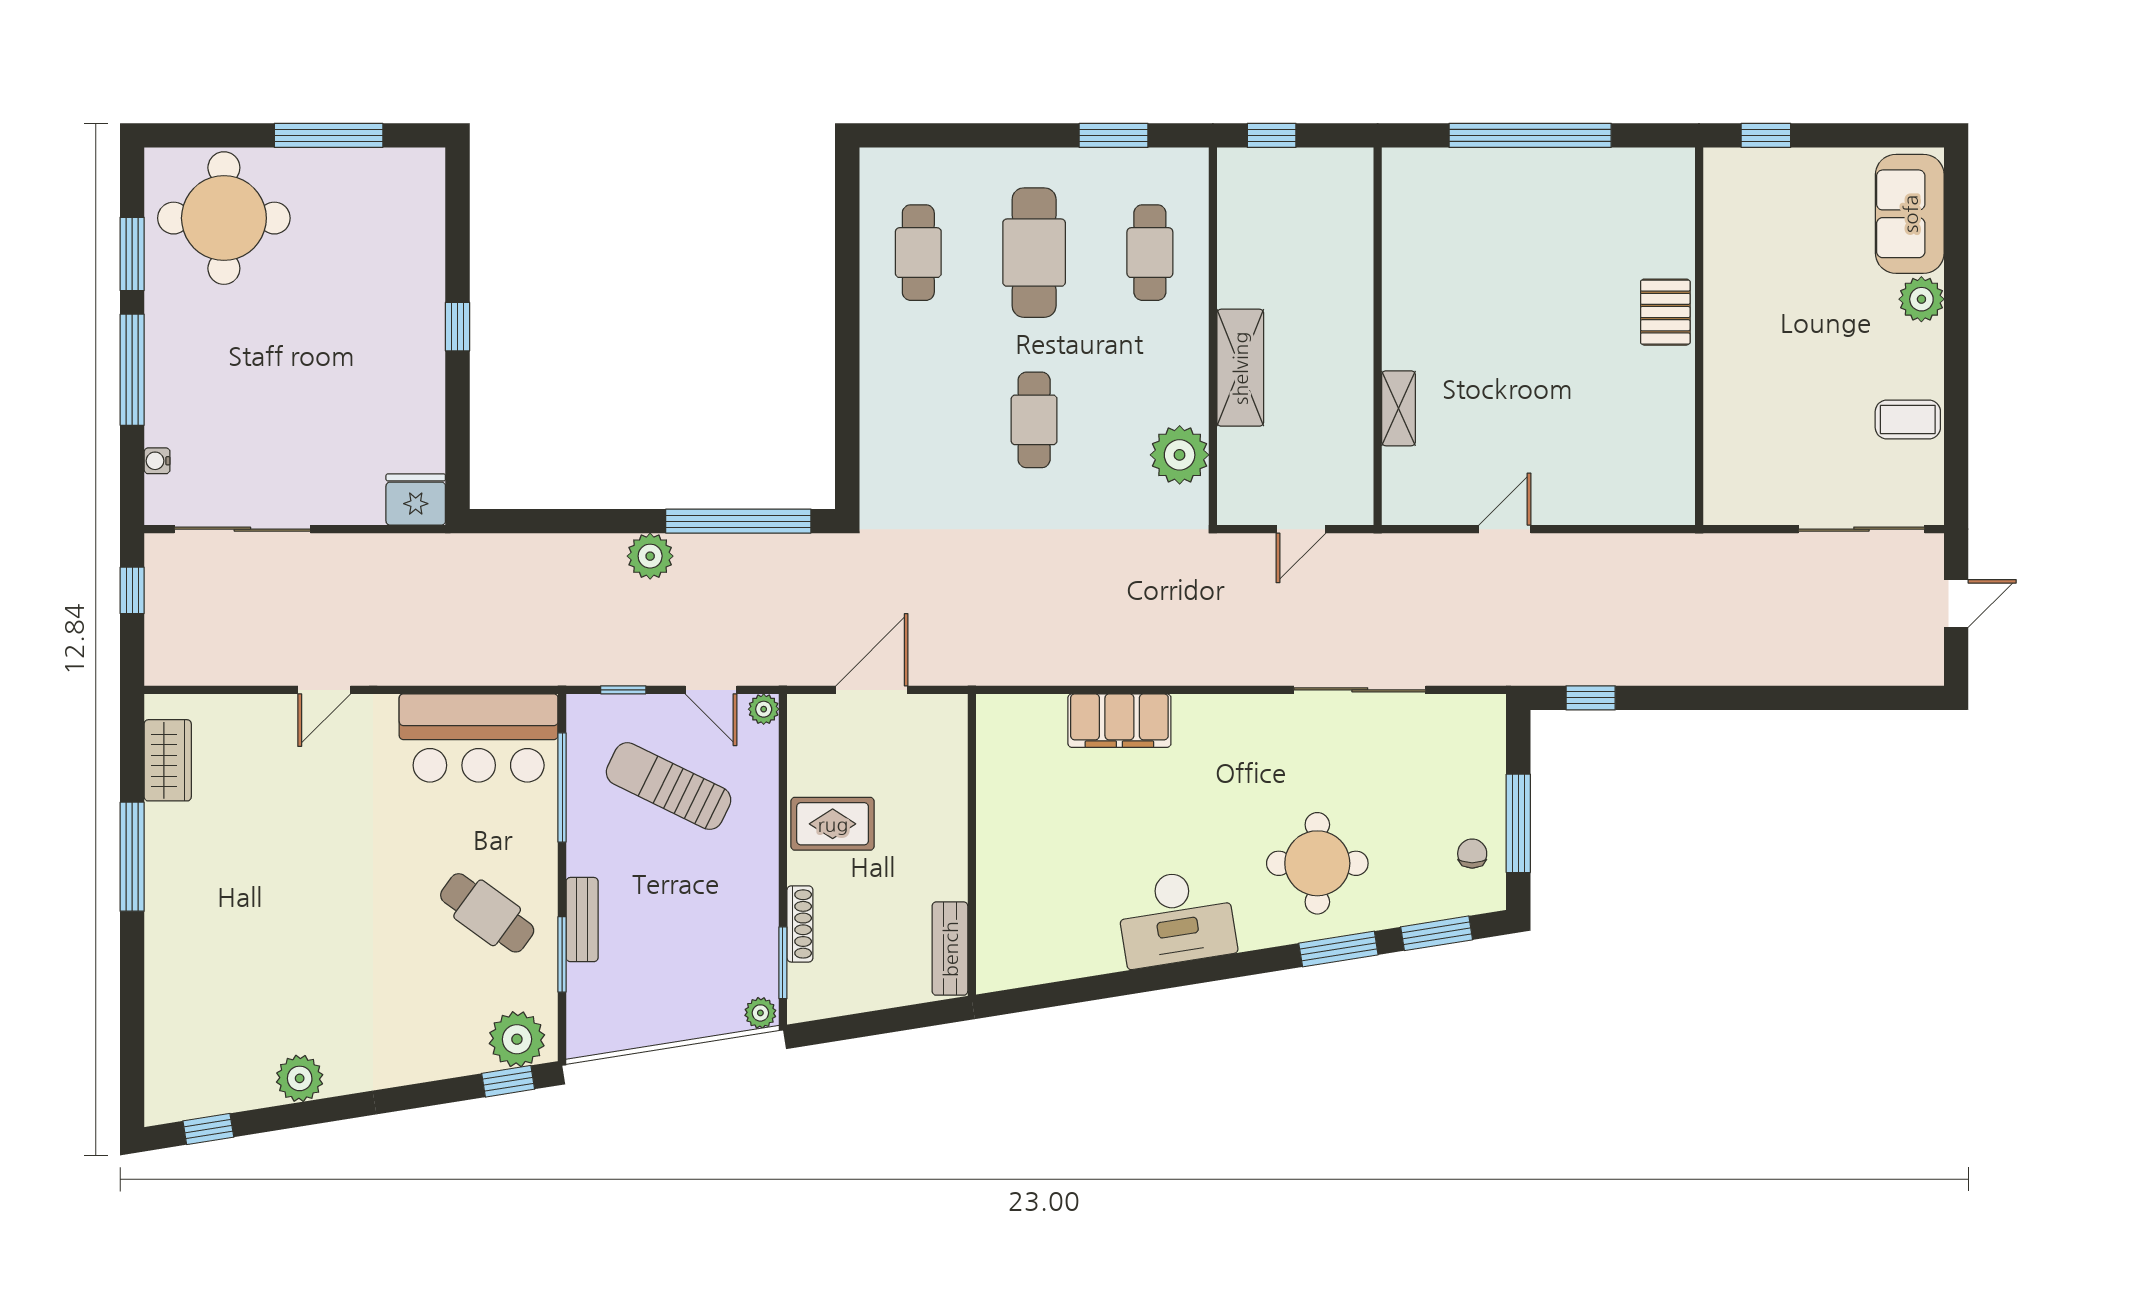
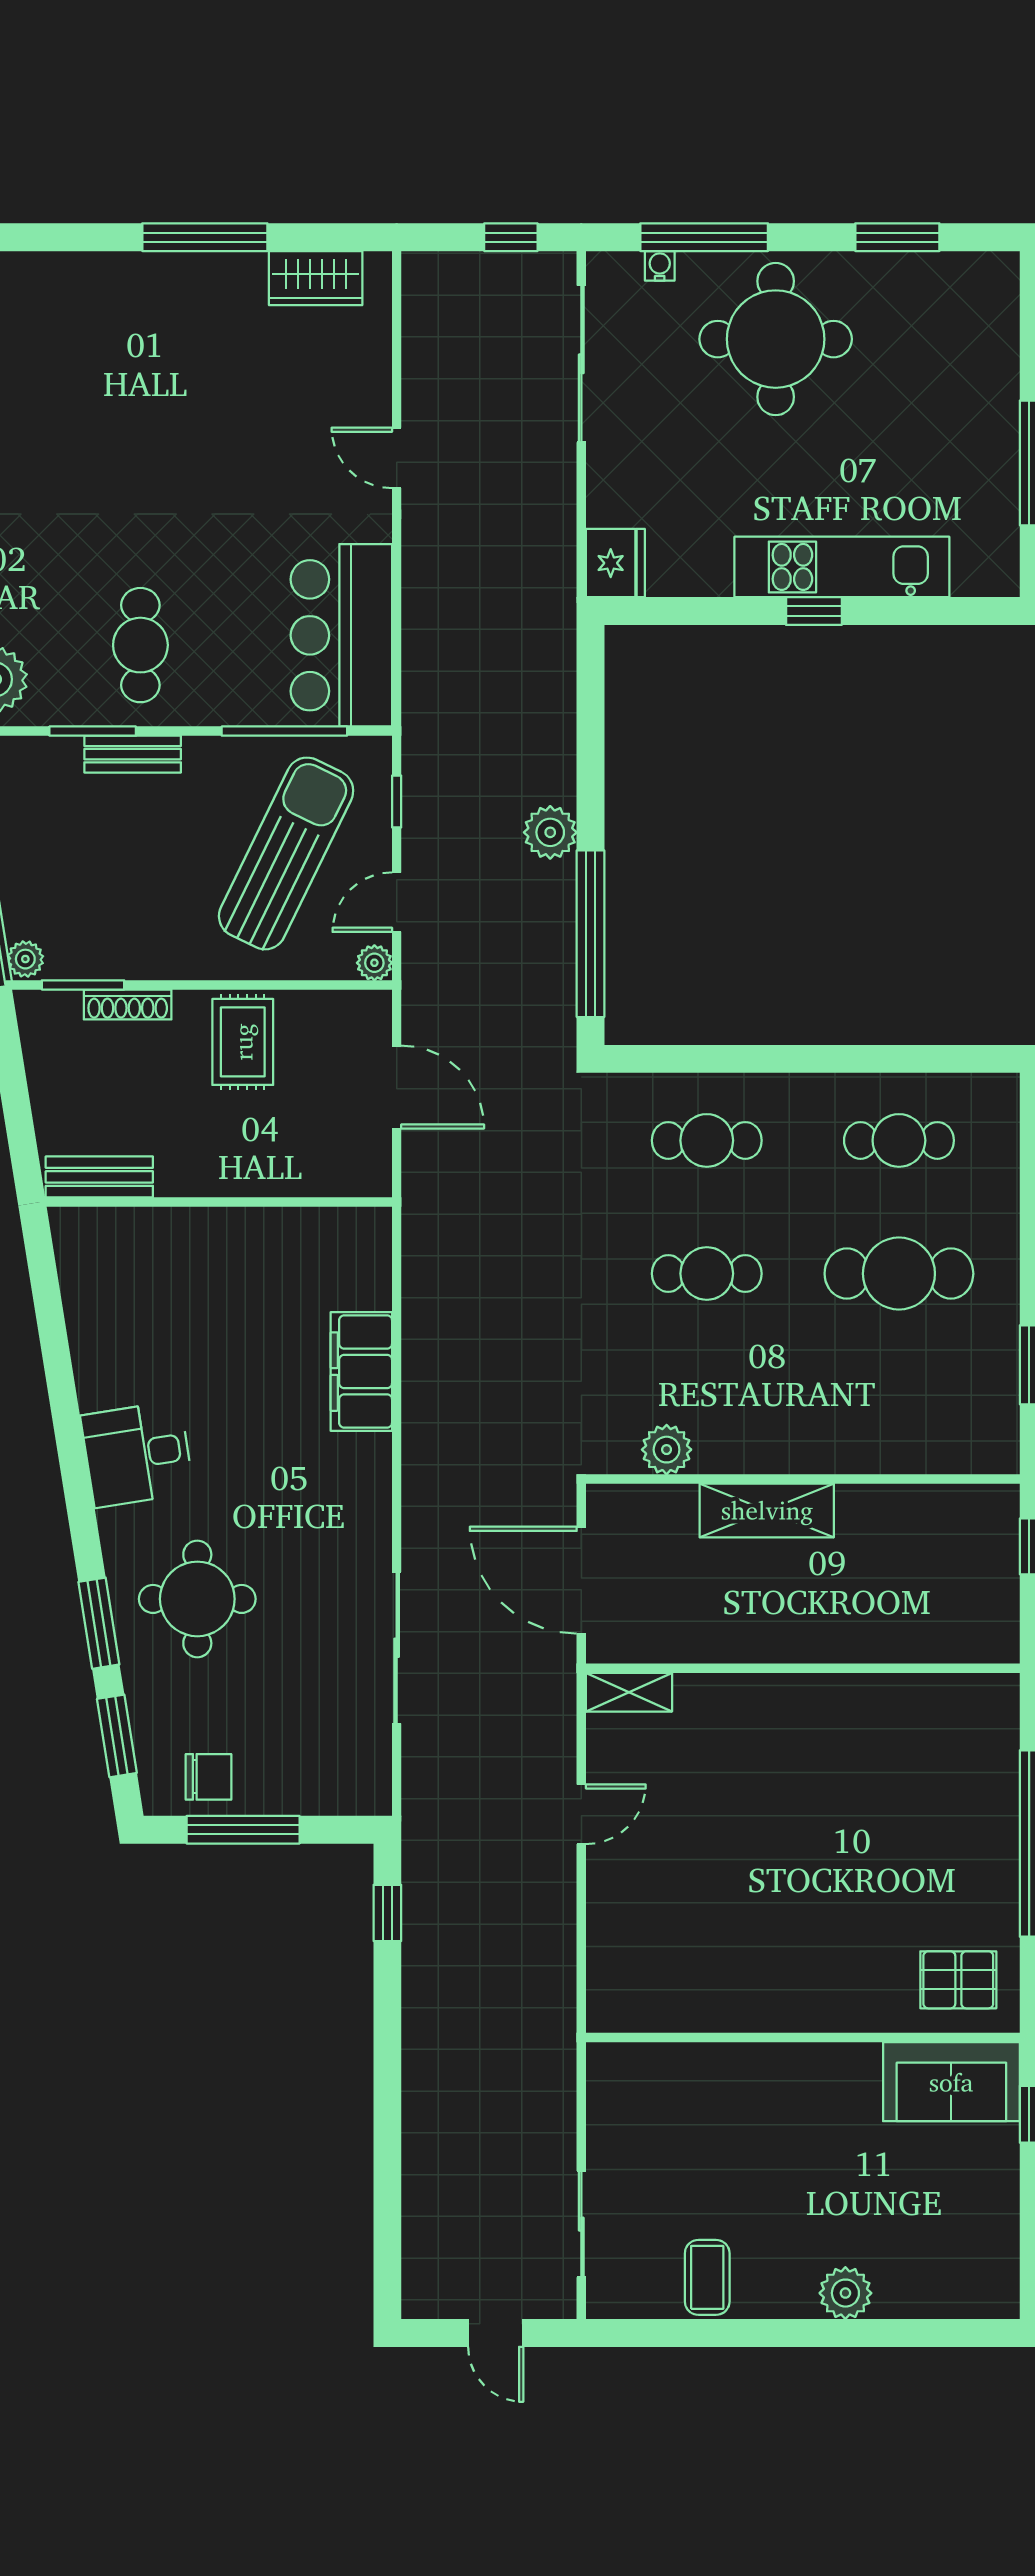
sofa: (1910, 214) -> (951, 2082), moved, turned 180
round table: (224, 218) -> (776, 339), moved
cafe table: (1150, 253) -> (707, 1140), moved
kitchen unit: (419, 302) -> (842, 567), added
pallet: (1665, 312) -> (958, 1980), moved
window: (132, 370) -> (704, 237), moved
shelving: (1398, 408) -> (629, 1692), moved
plant: (1180, 455) -> (667, 1450), width x0.73, depth x0.73
door: (1301, 529) -> (581, 1580), width x1.88
door: (1505, 529) -> (581, 1814), hinge flipped
sliding door: (1861, 529) -> (581, 2224), width x0.73
sun lounger: (669, 786) -> (286, 853), width x1.36, depth x1.34
chair: (1472, 854) -> (208, 1777), width x1.37, depth x1.37
cafe table: (487, 913) -> (140, 645), turned -36
desk: (1176, 918) -> (137, 1454), width x0.73

